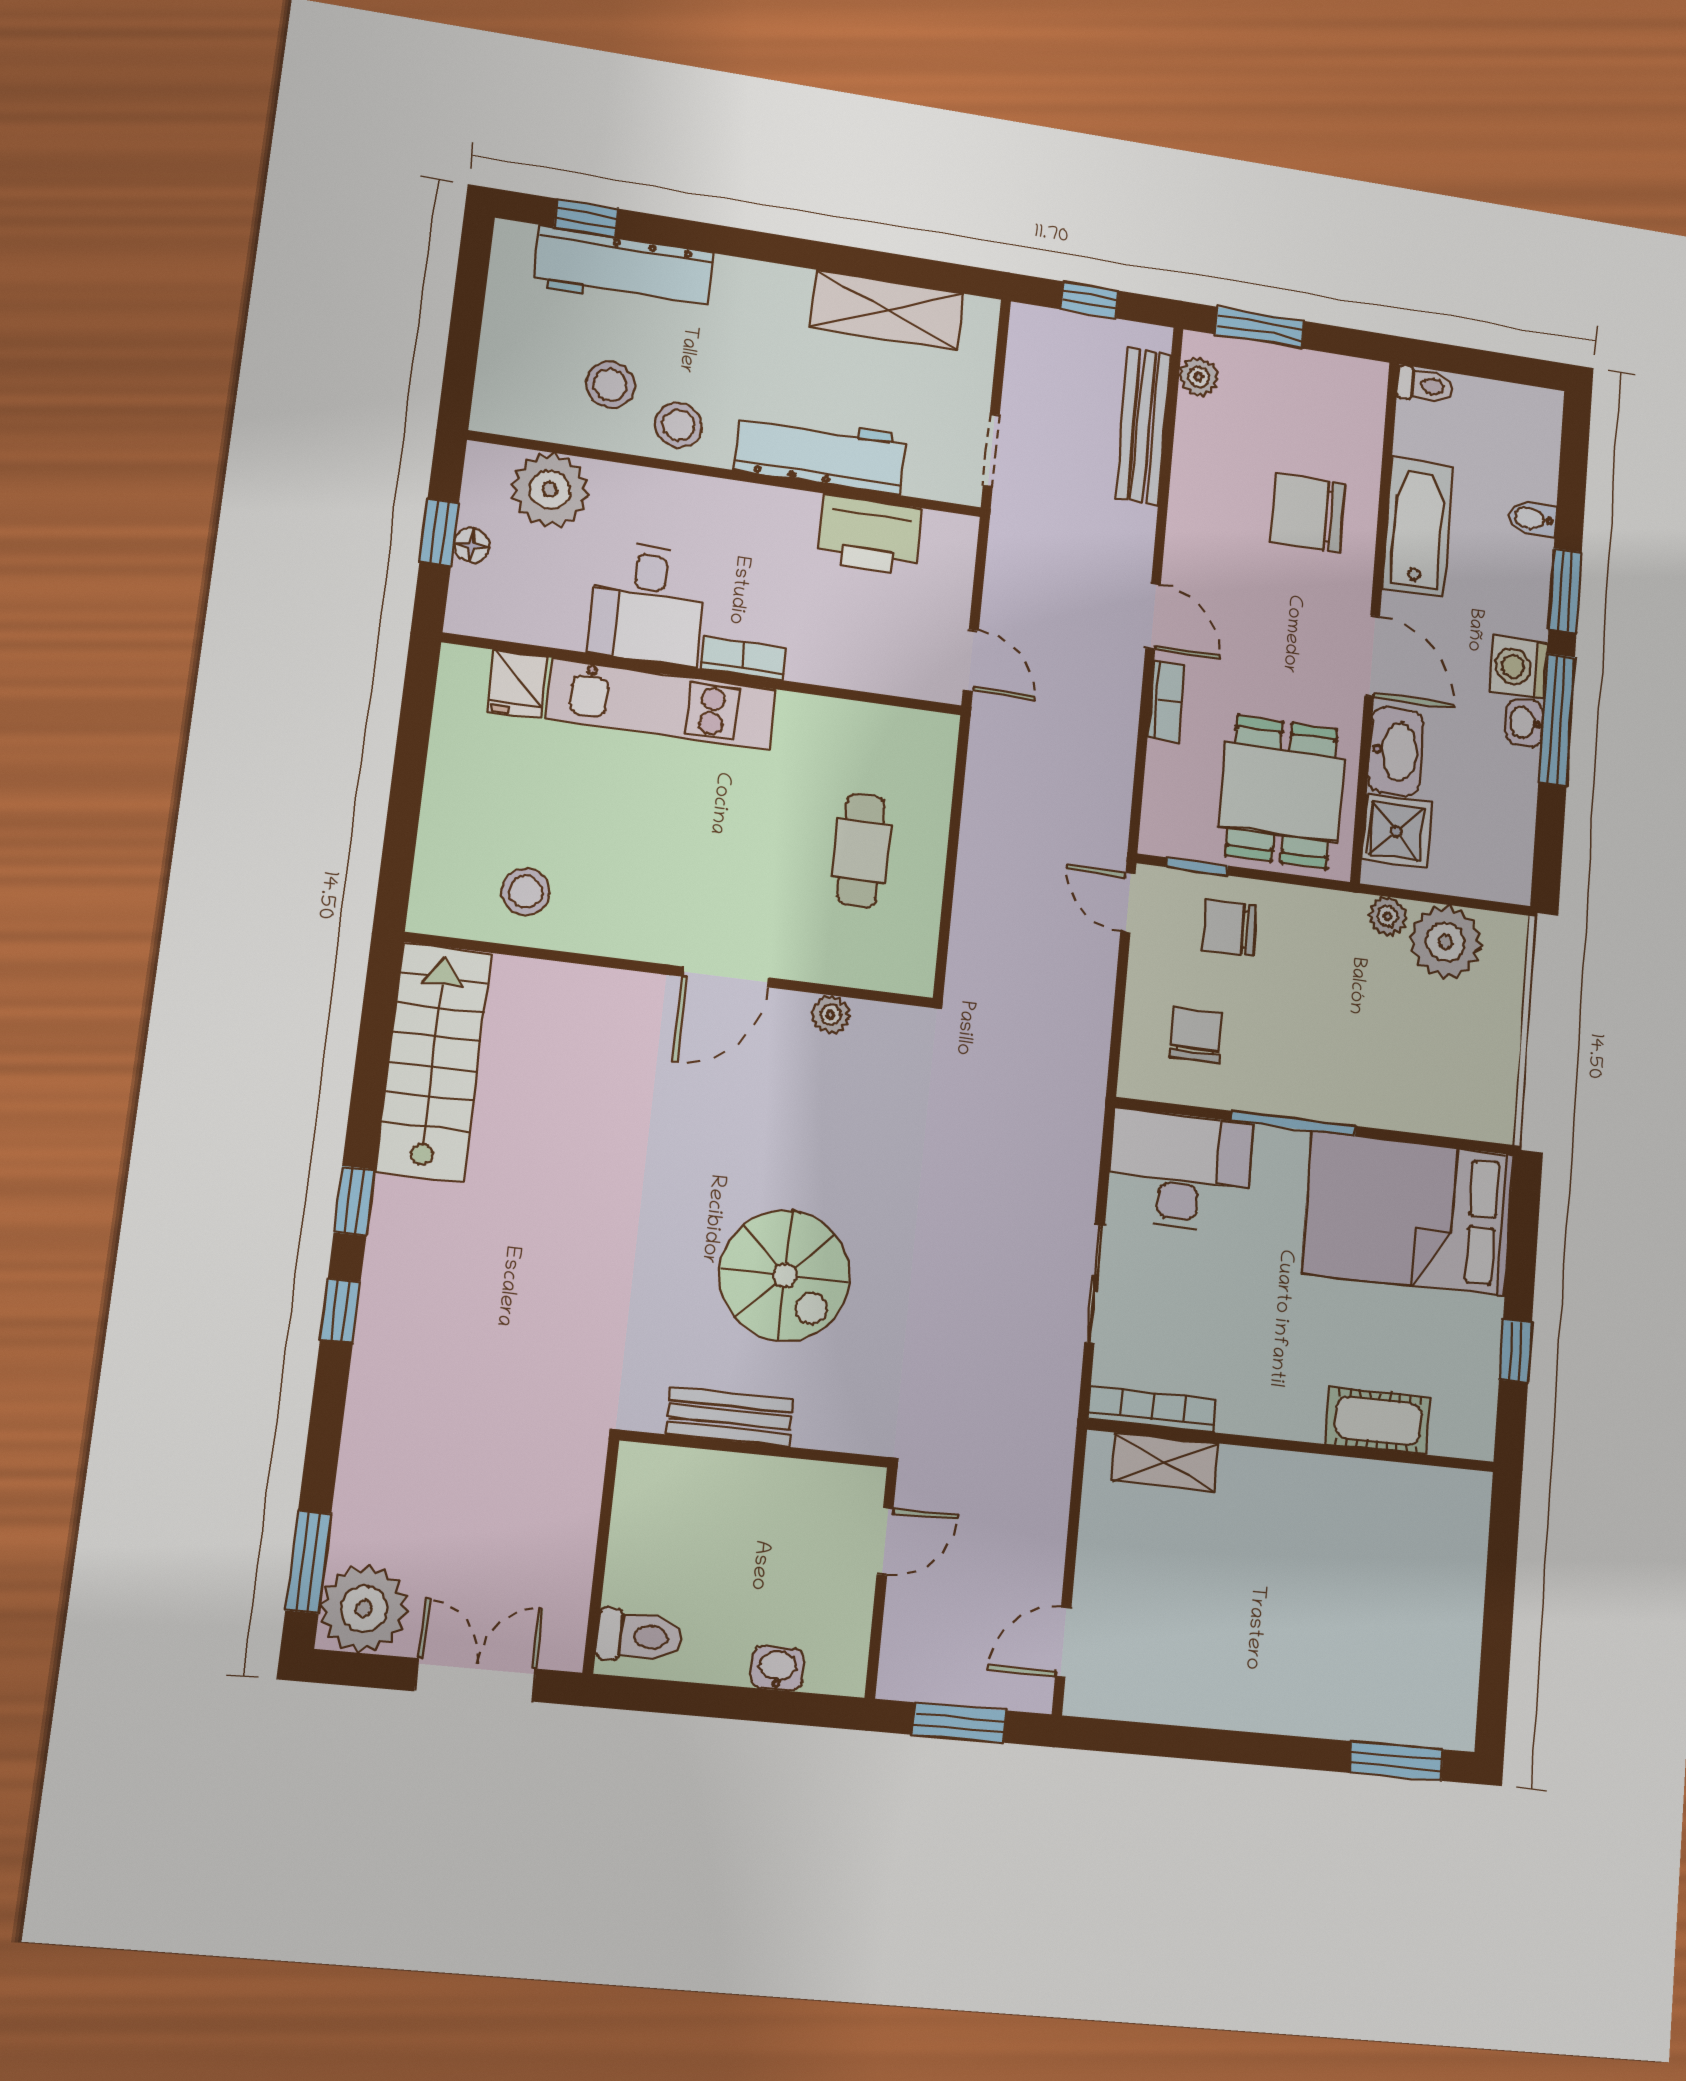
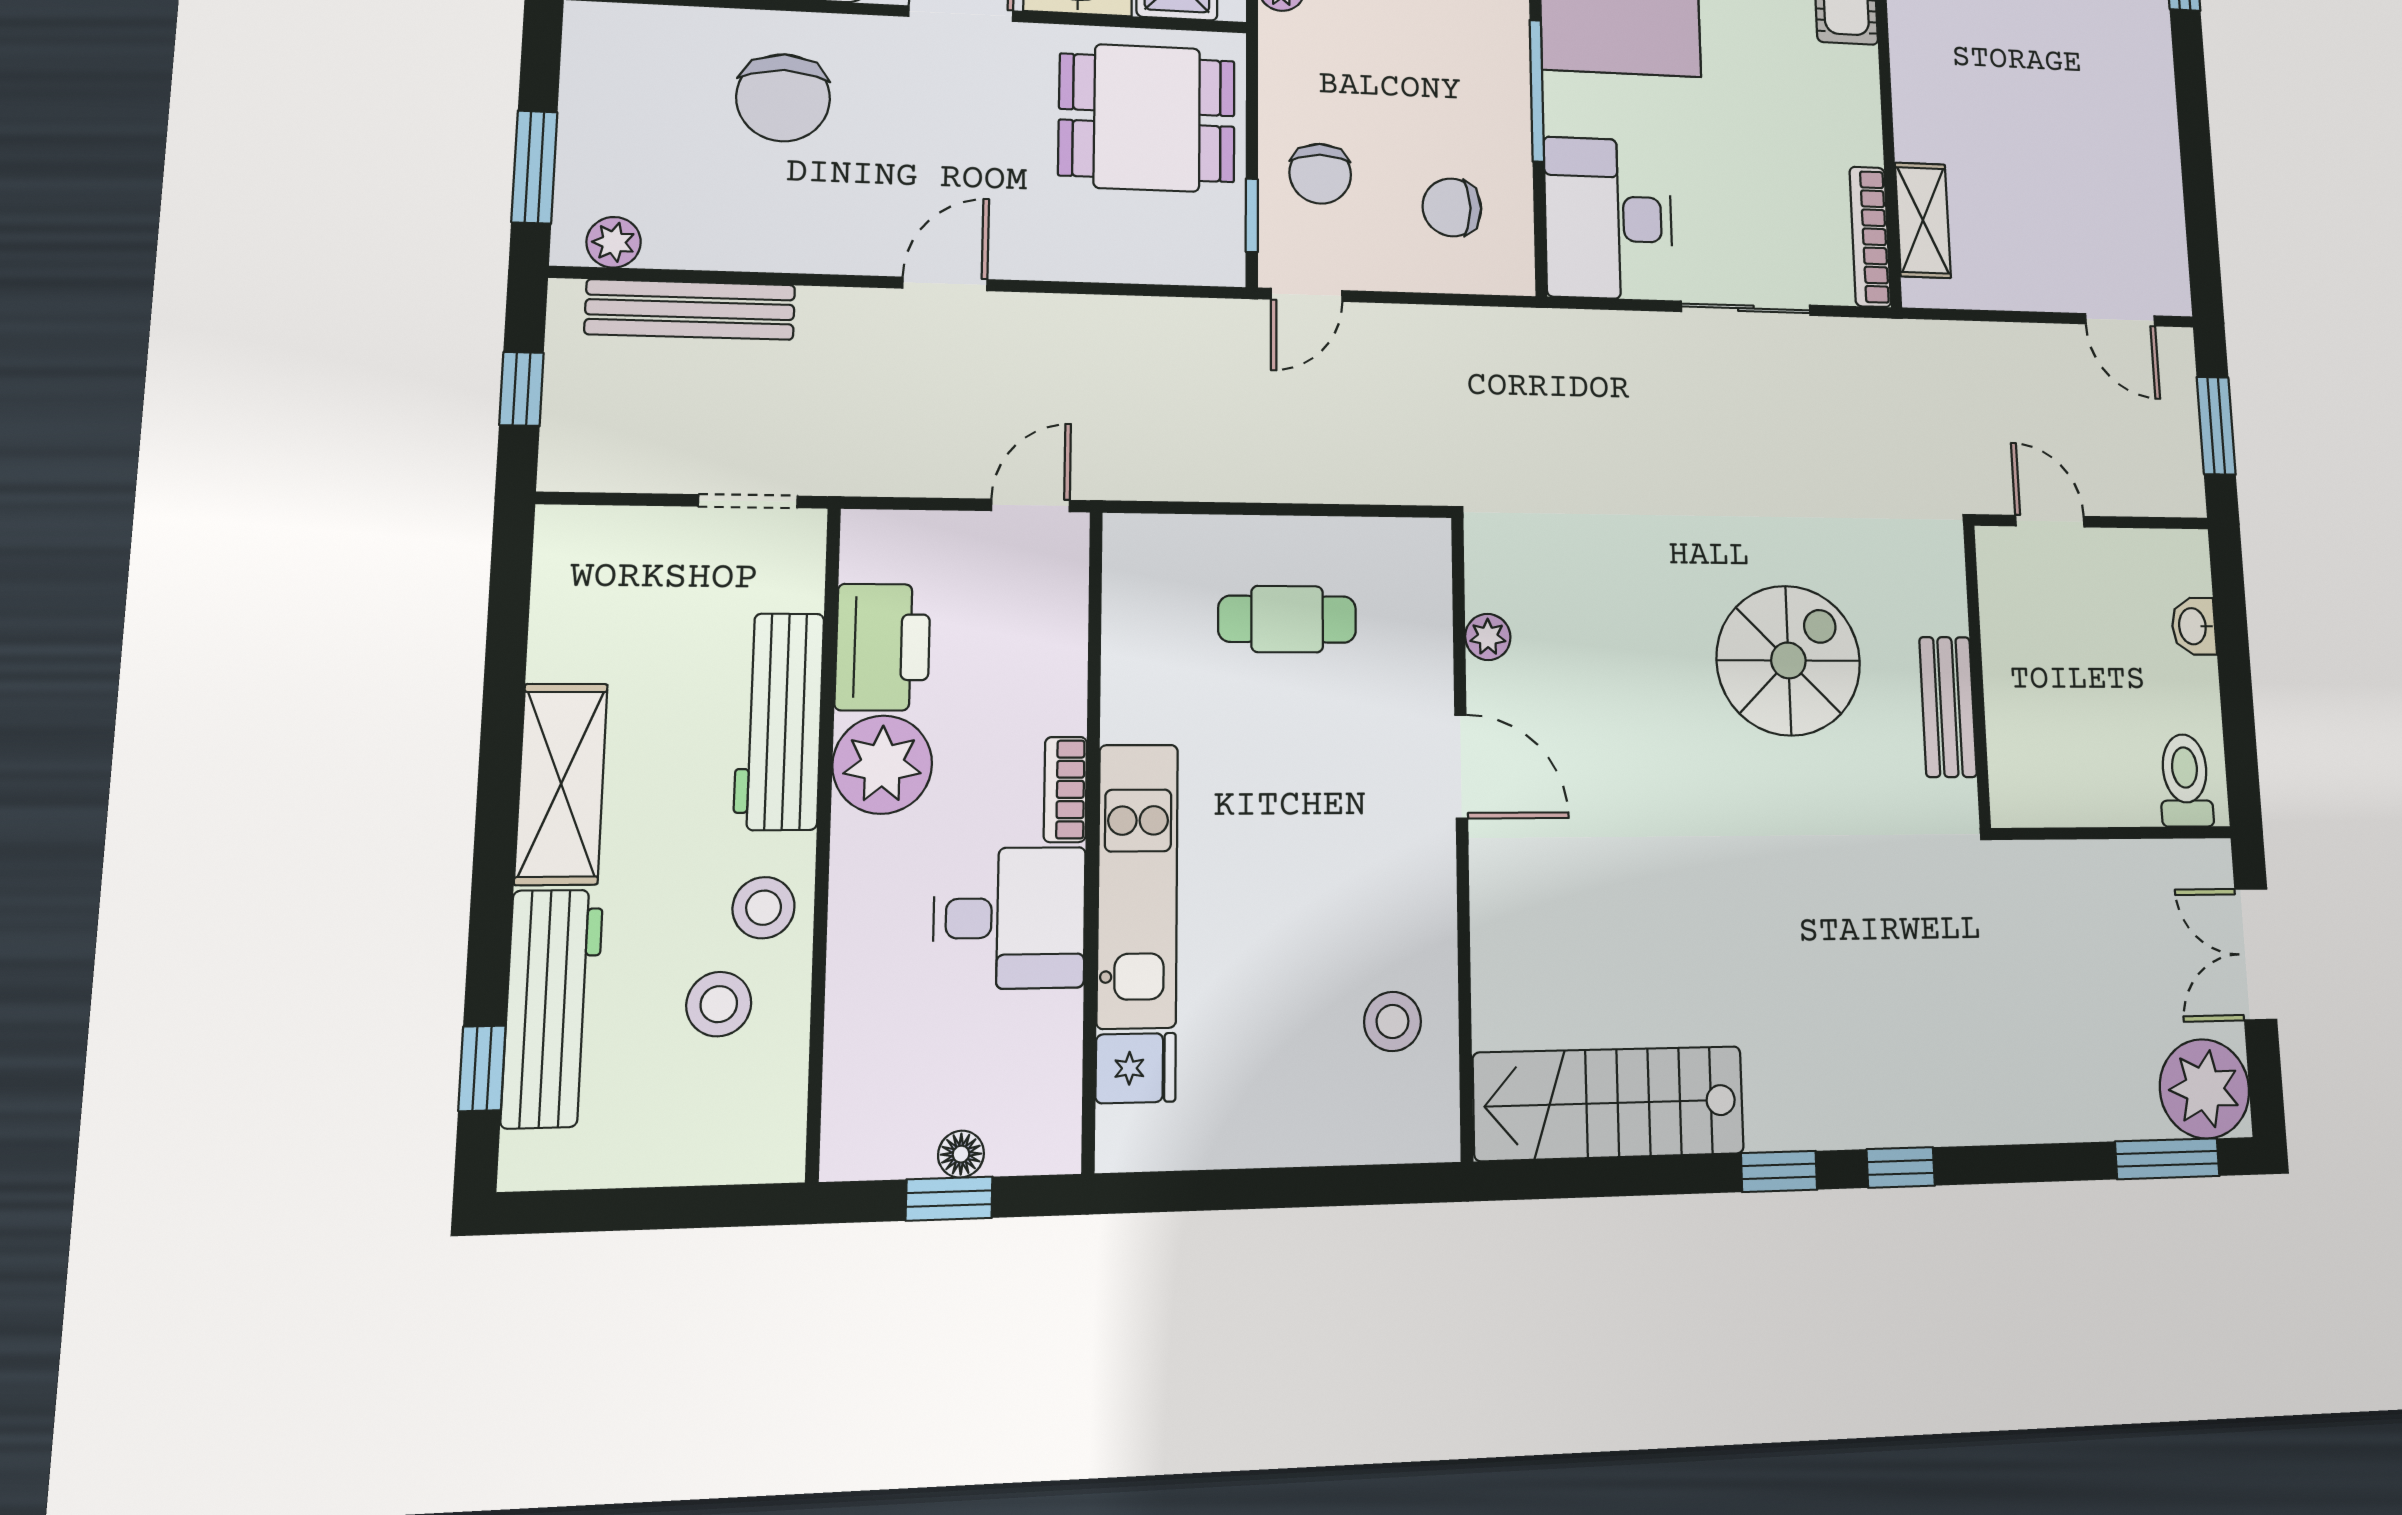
shelving: (887, 310) -> (561, 784), moved
plant: (550, 490) -> (882, 765), moved
bookcase: (1166, 701) -> (1051, 262), removed

